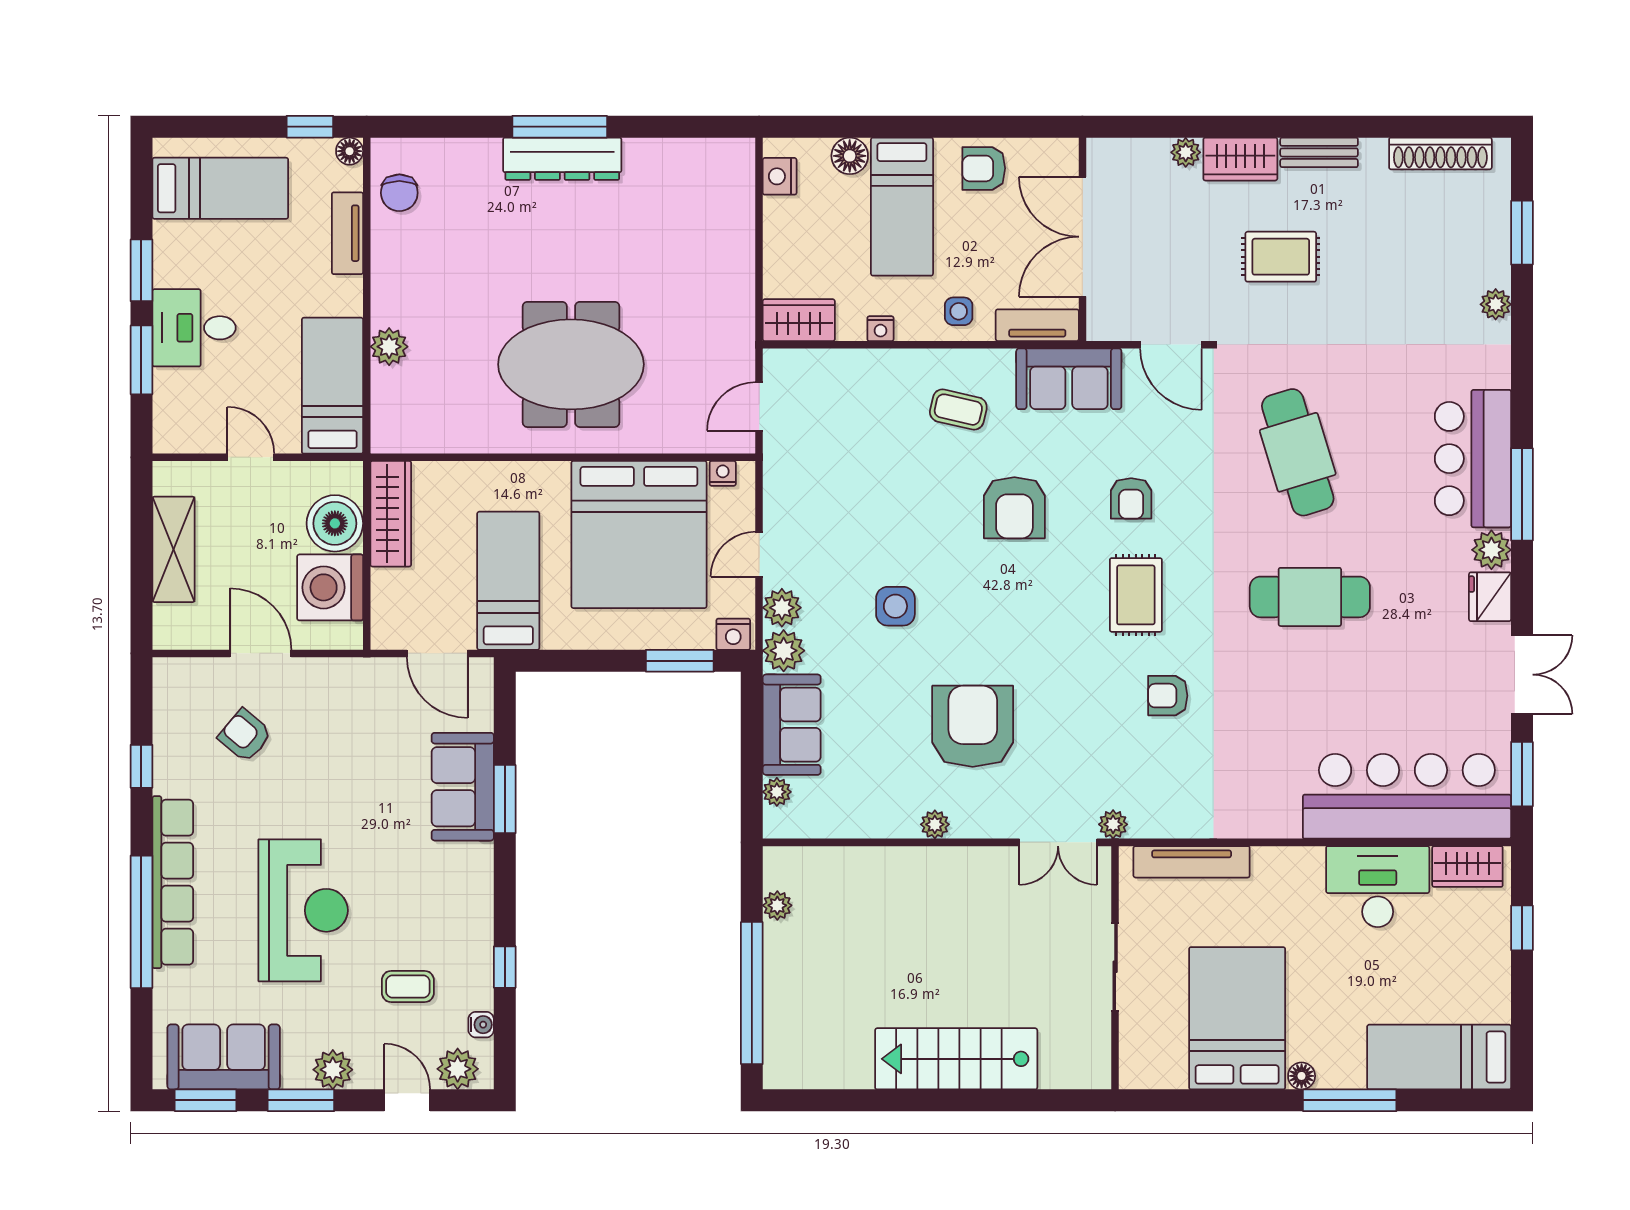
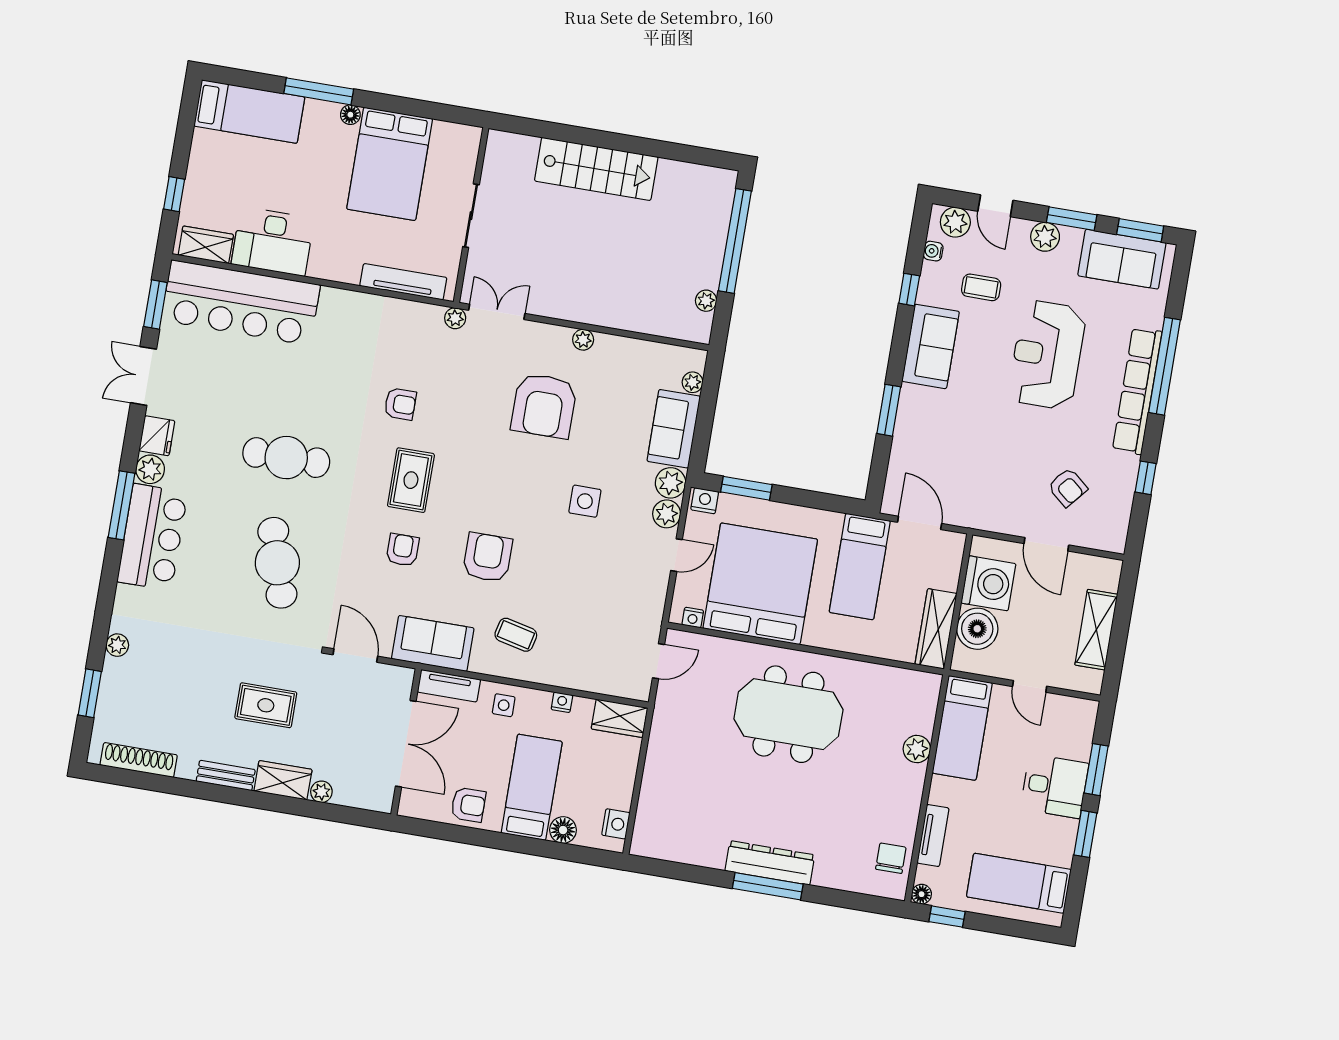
sofa: (463, 787) -> (931, 346), moved

